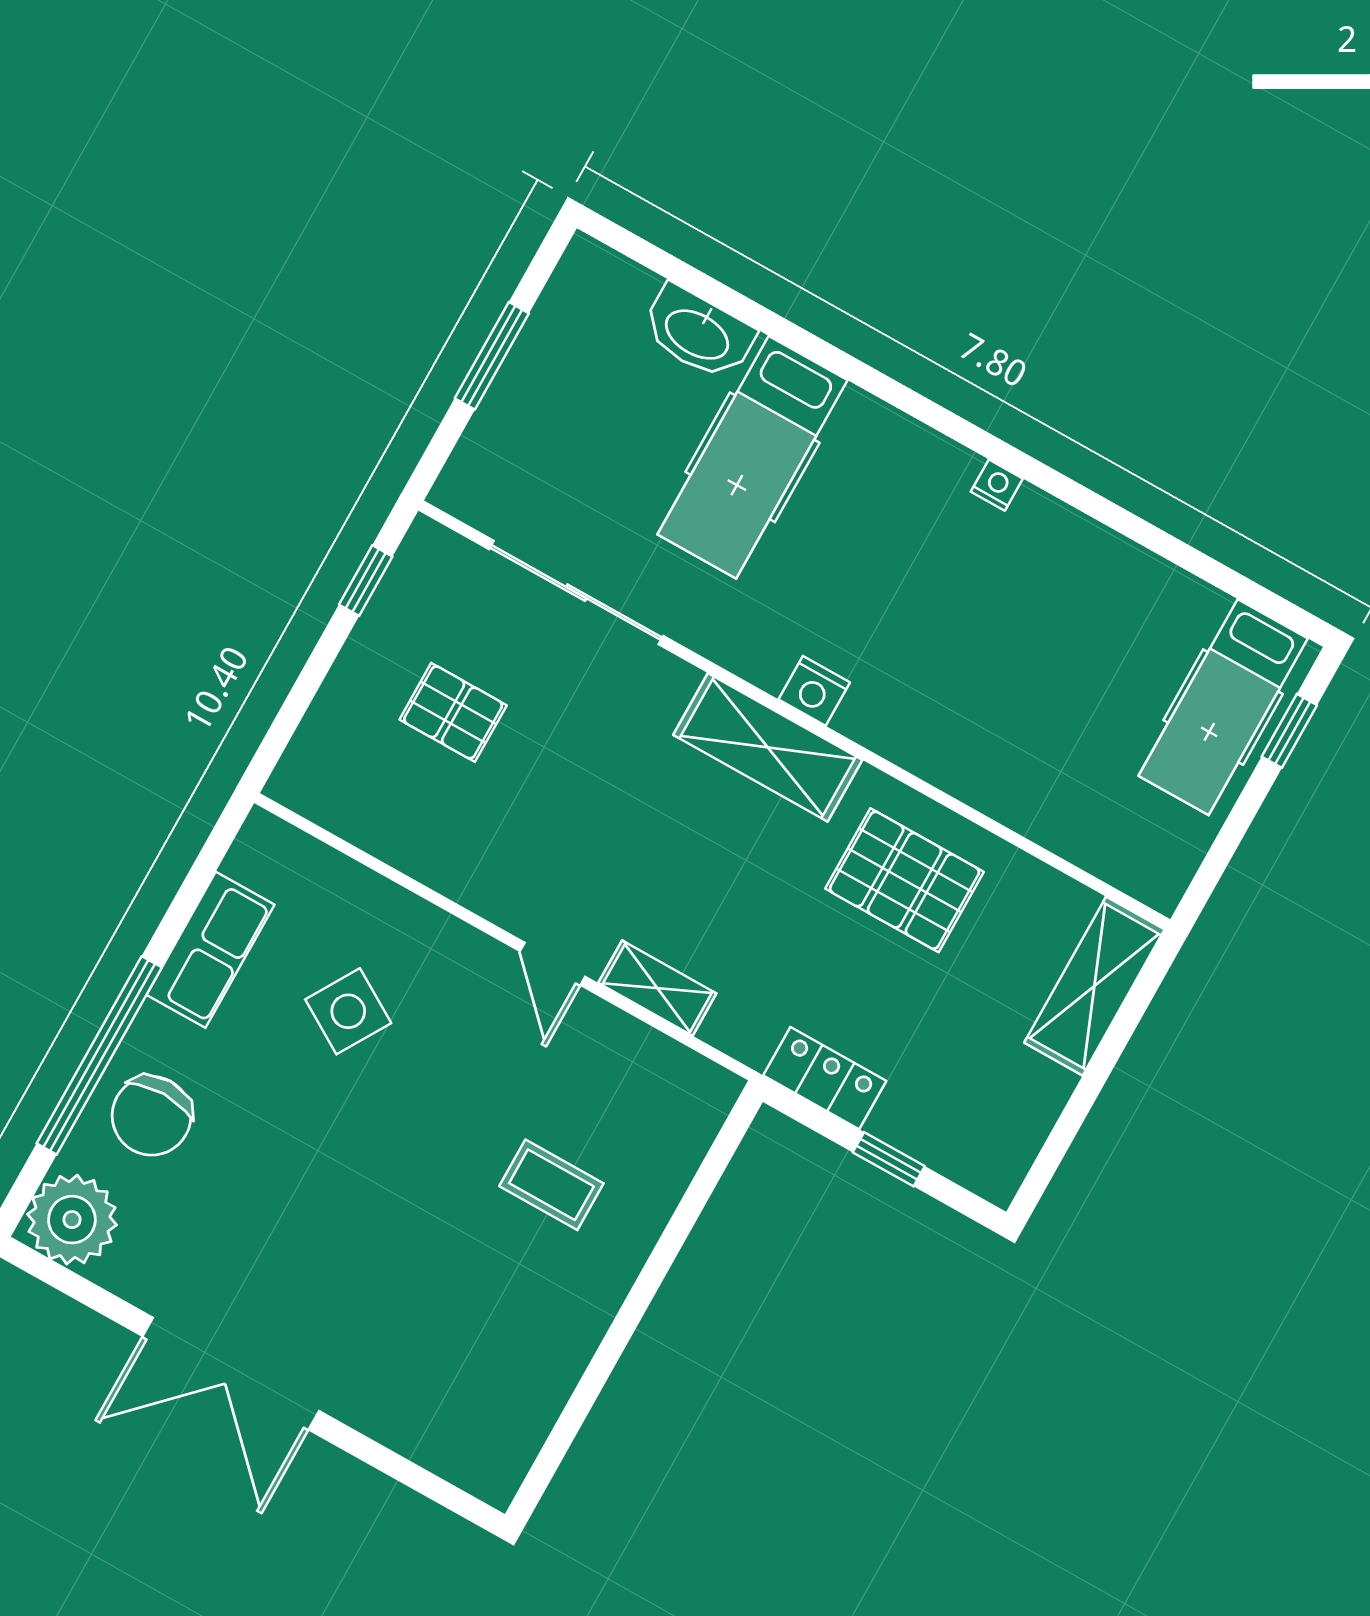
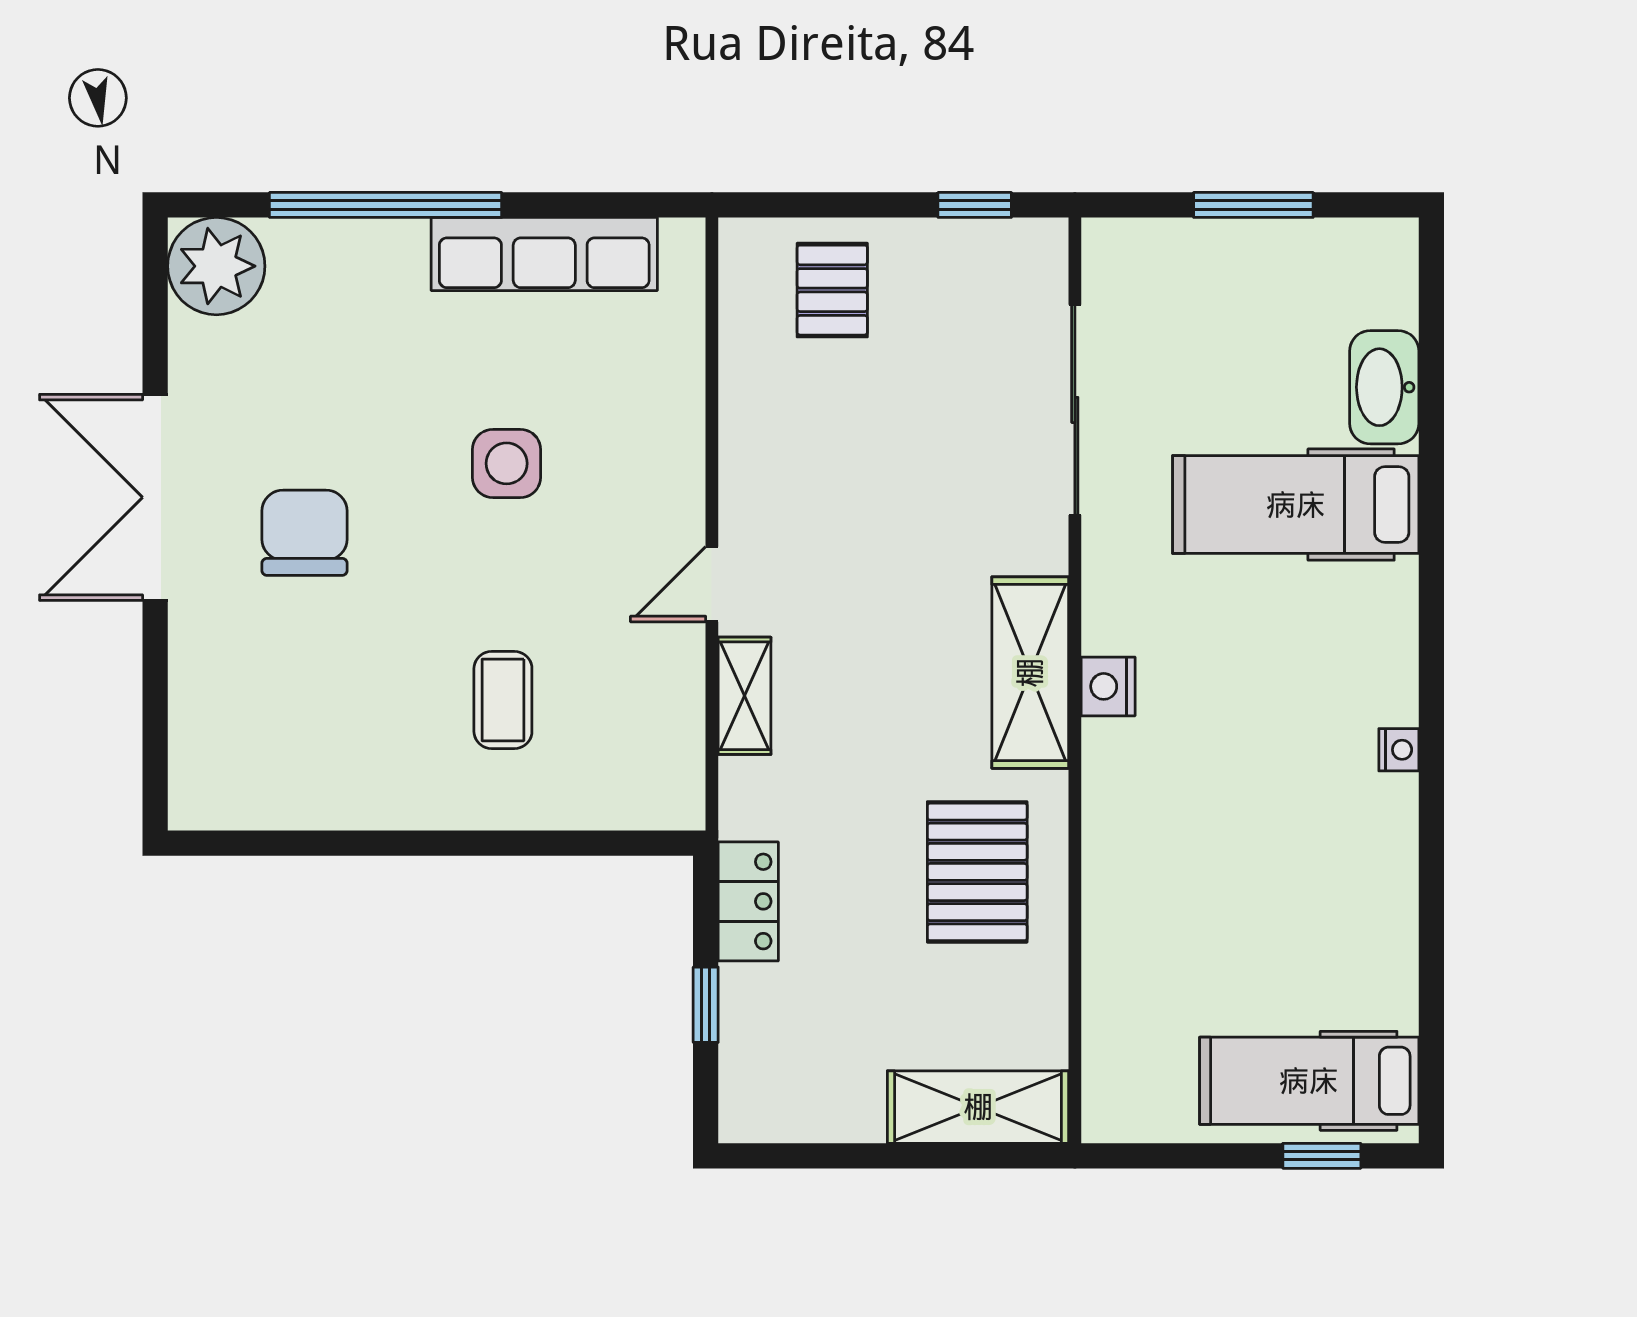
pallet: (453, 712) -> (832, 290), moved
row of seats: (211, 950) -> (544, 254), width x1.48
side table: (348, 1011) -> (507, 463), moved, turned -31
chair: (152, 1116) -> (305, 533), moved, turned 90

